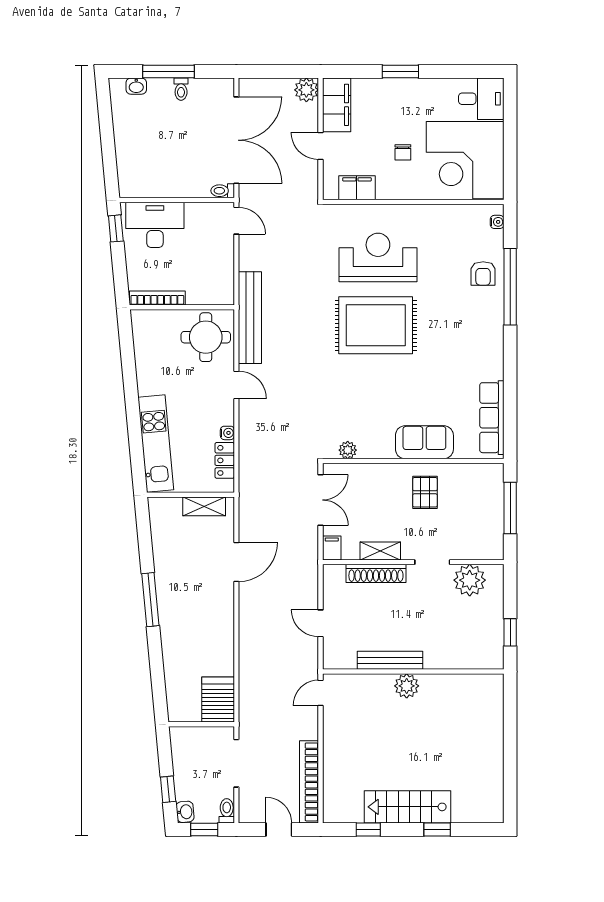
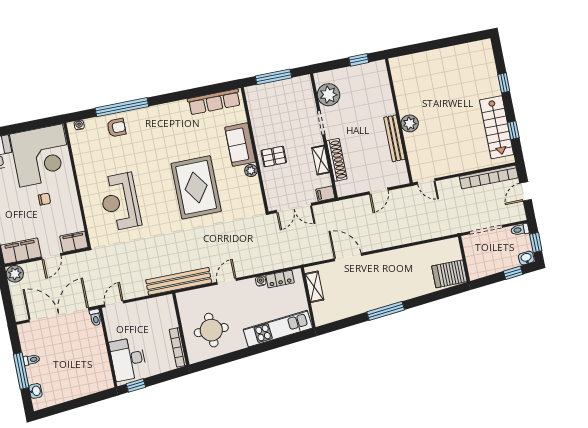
filing cabinet: (357, 188) -> (74, 242), moved, turned 90
rug: (376, 325) -> (196, 187), moved
round table: (206, 337) -> (211, 330), moved
plant: (348, 450) -> (251, 171), moved
pallet: (425, 492) -> (274, 157), moved
double door: (321, 500) -> (294, 208), swing flipped
server rack: (218, 700) -> (449, 274), moved
stairs: (408, 807) -> (497, 127), moved

